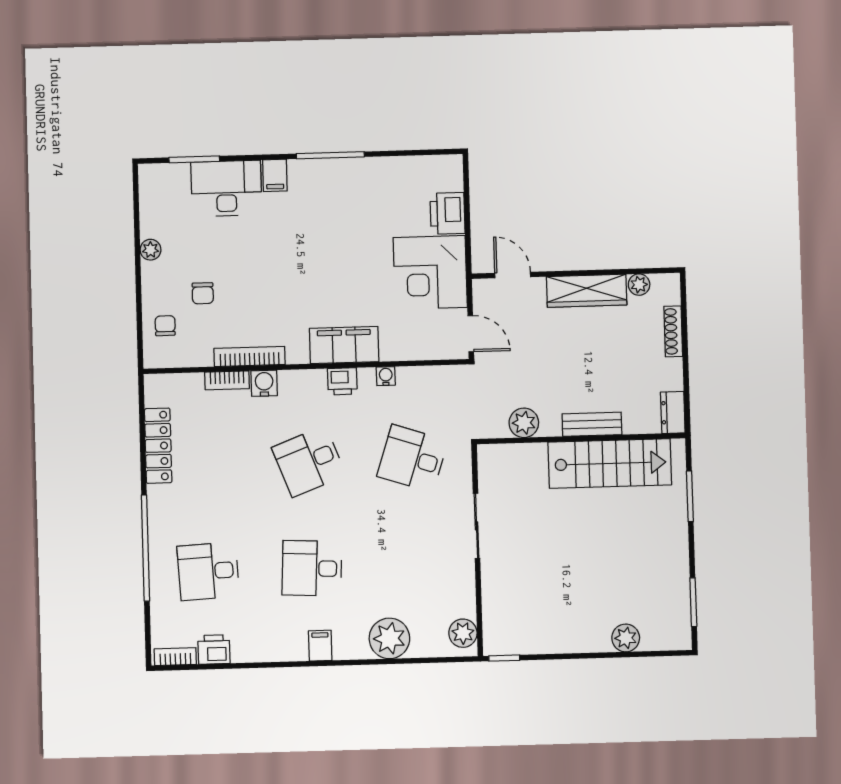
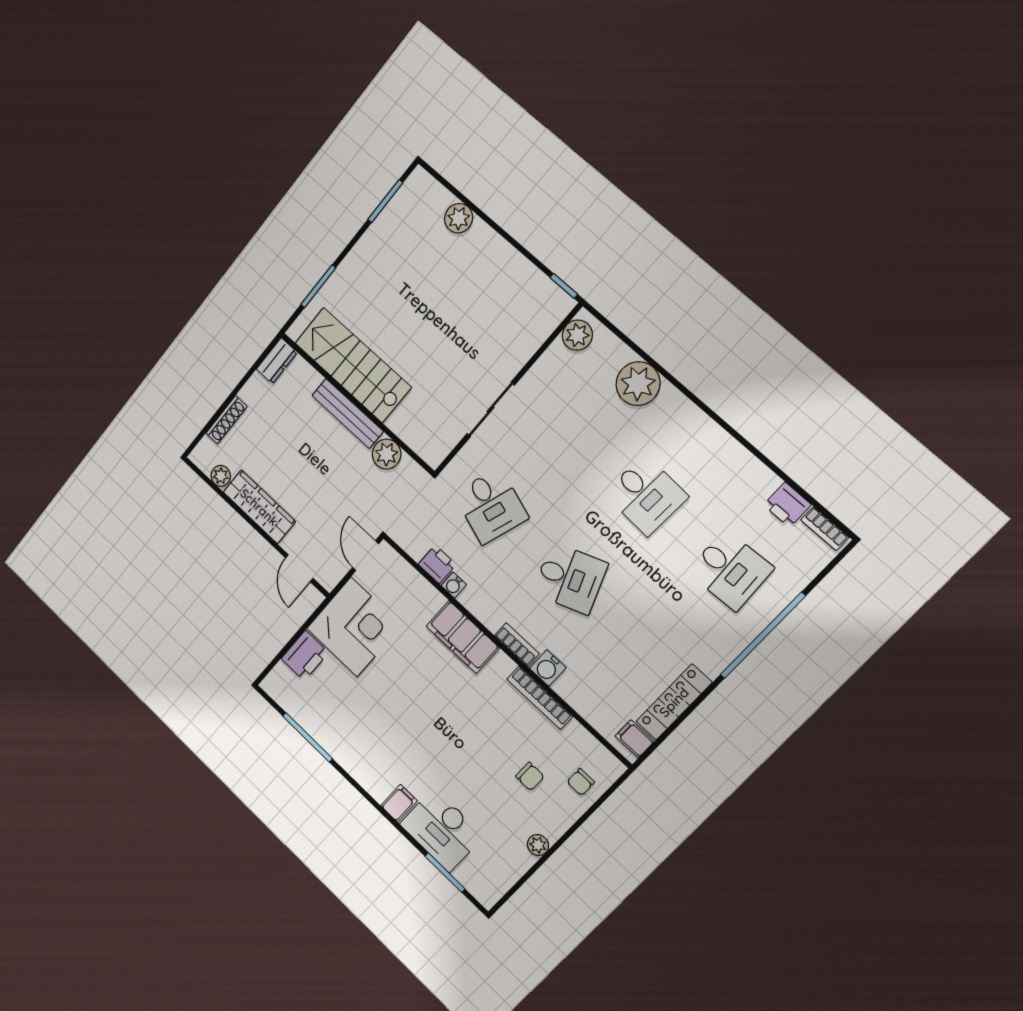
window: (330, 155) -> (308, 737), moved
chair: (203, 293) -> (530, 776), turned 90
bookcase: (227, 380) -> (517, 645), moved
printer: (342, 381) -> (437, 564), moved
bench: (592, 424) -> (348, 413), width x1.36
filing cabinet: (320, 646) -> (635, 739), moved, turned 90

